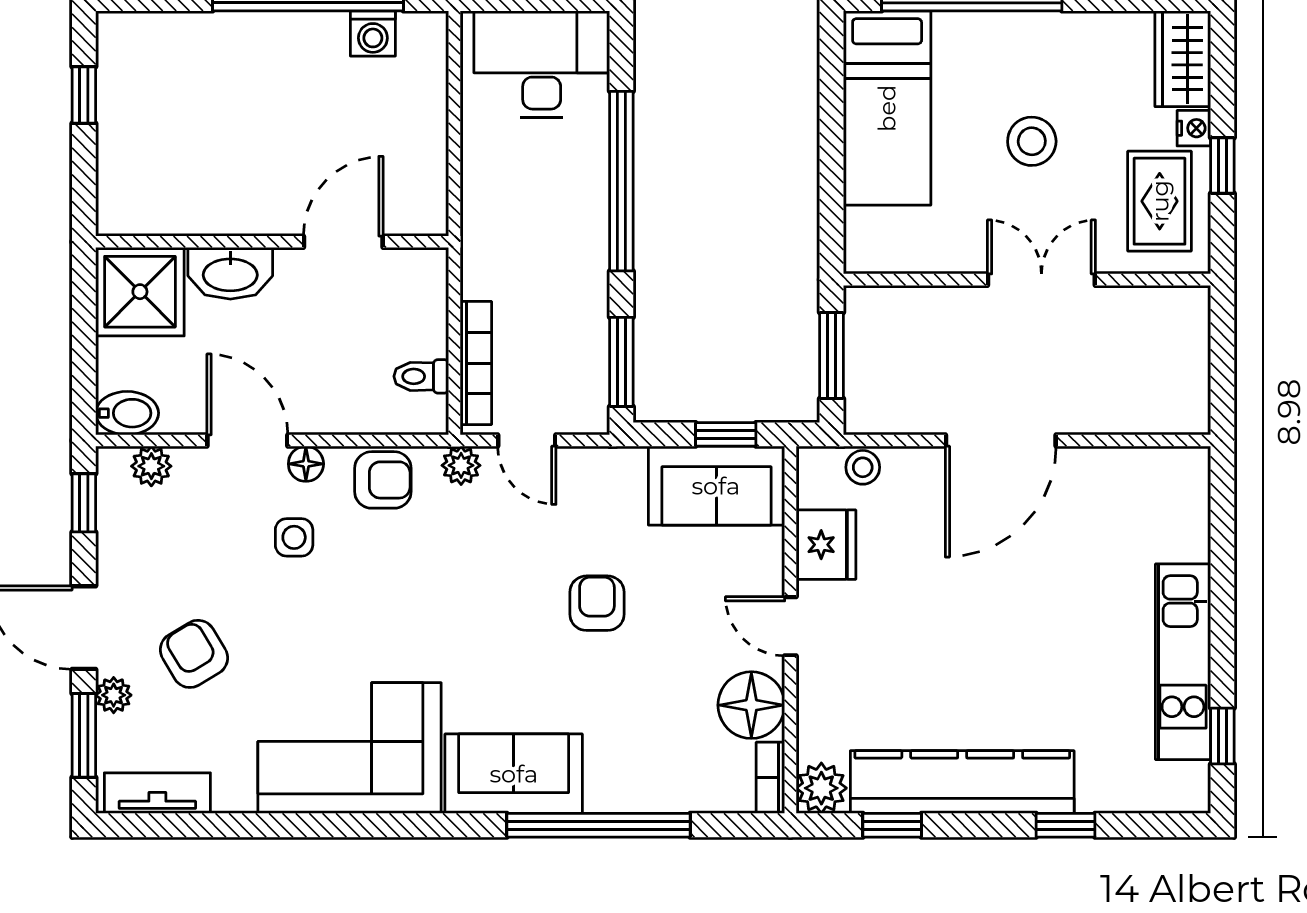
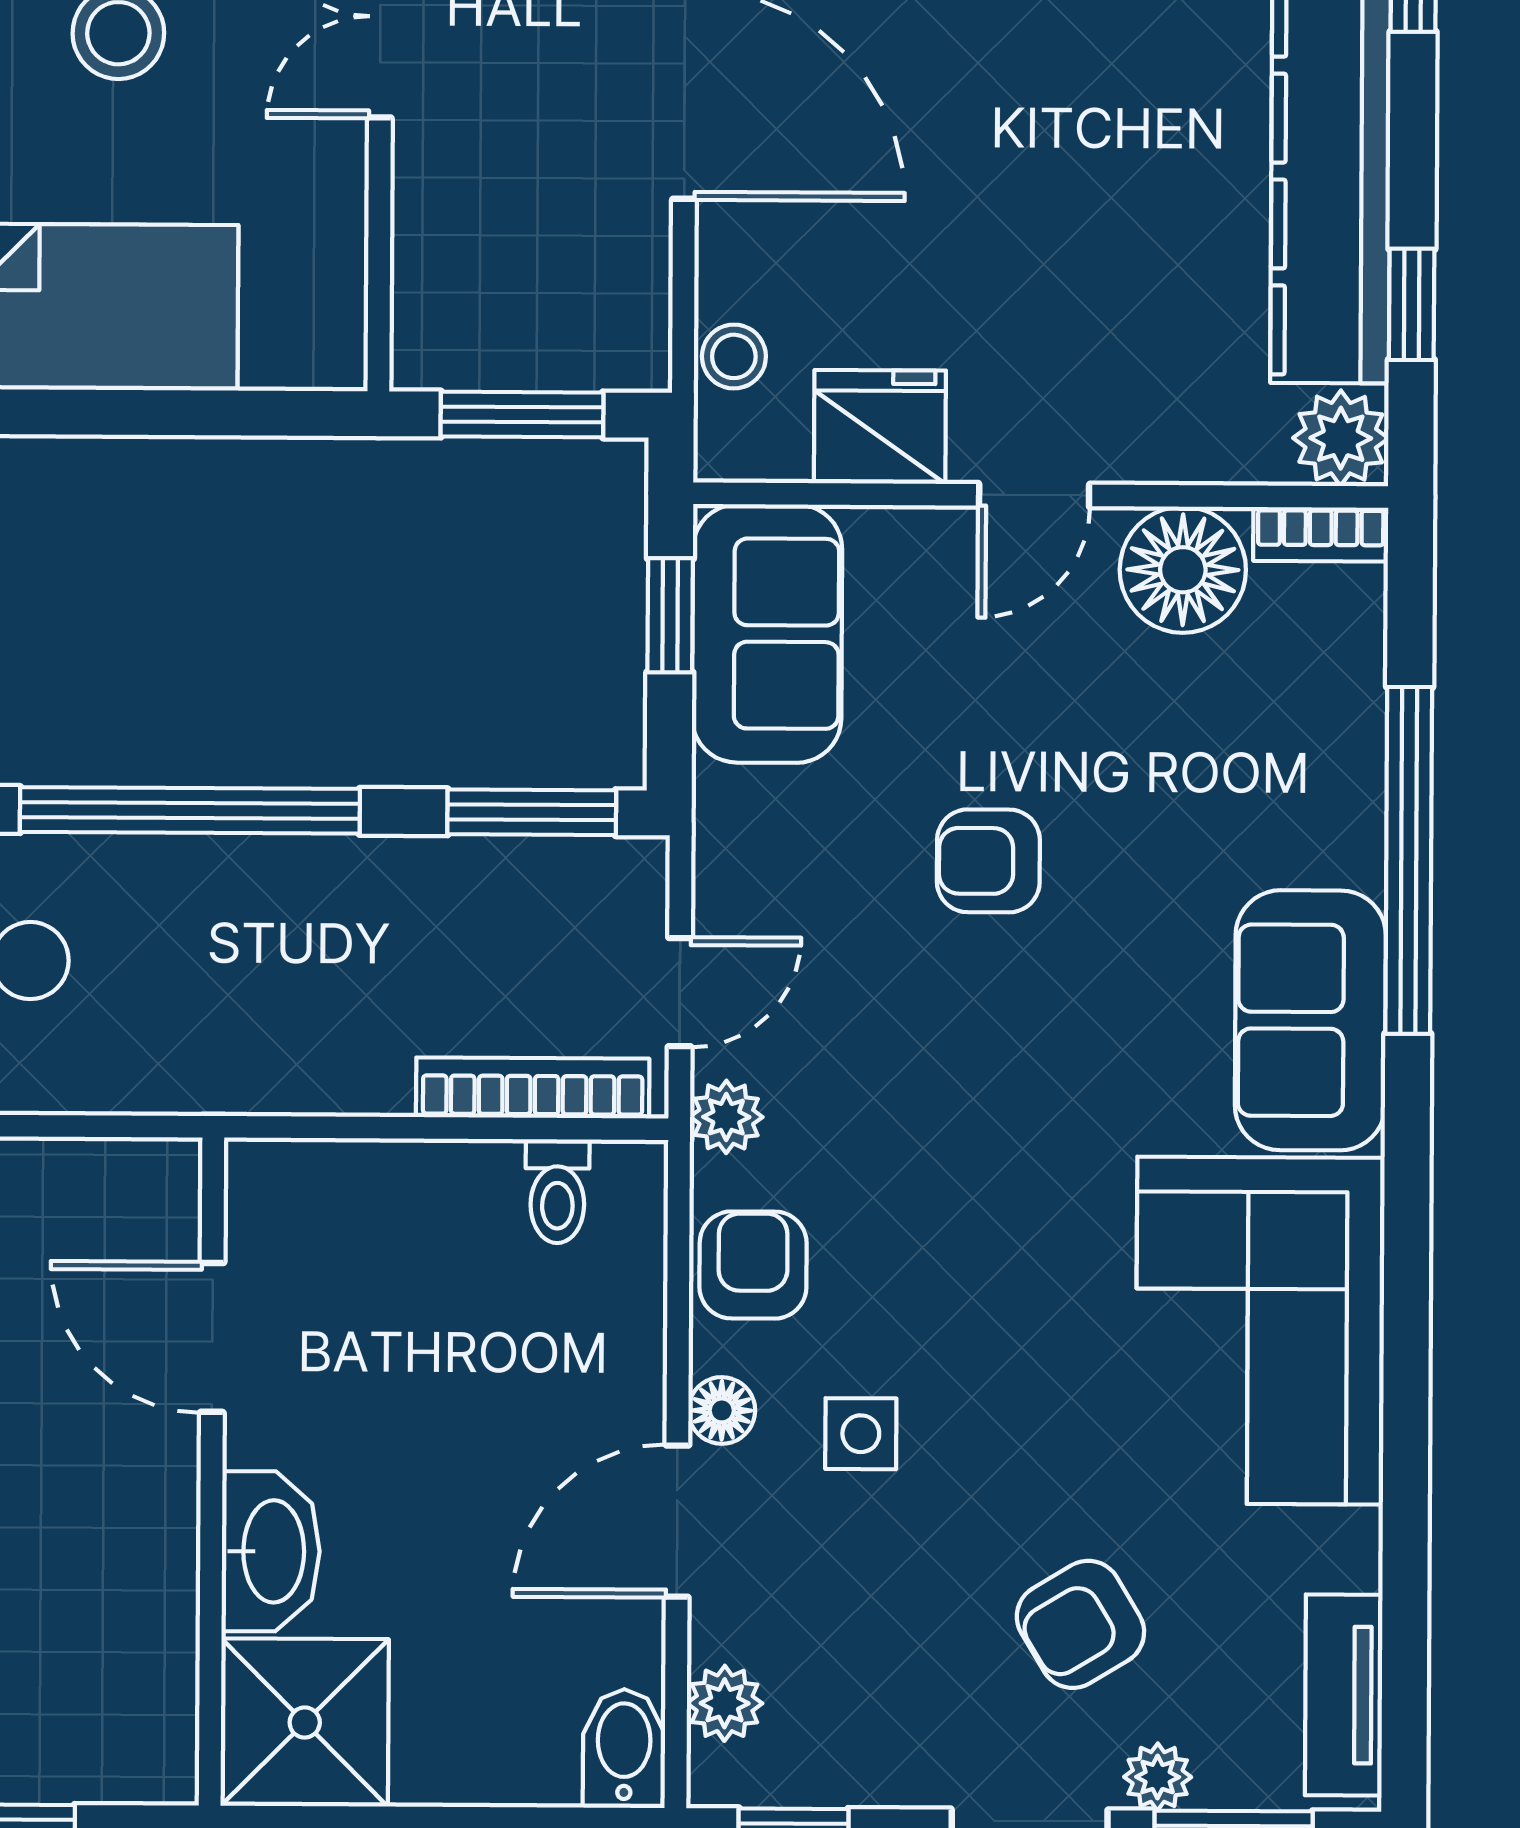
wall: (272, 242) -> (212, 1472), moved
door: (343, 242) -> (212, 1337), moved
washbasin: (230, 273) -> (271, 1551), moved
shower: (140, 292) -> (305, 1722), moved

